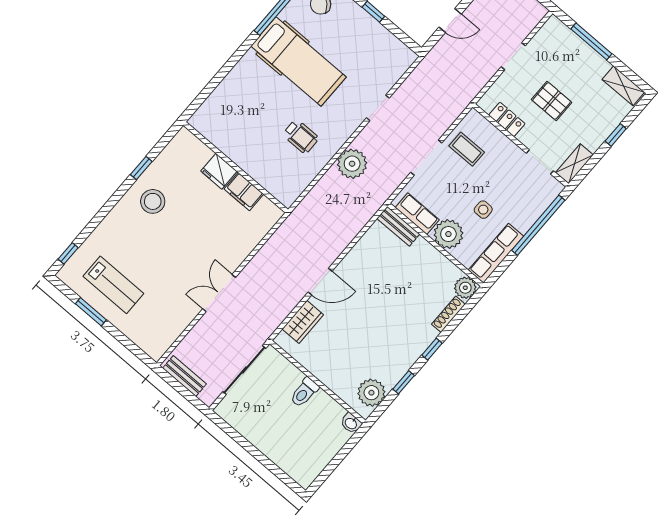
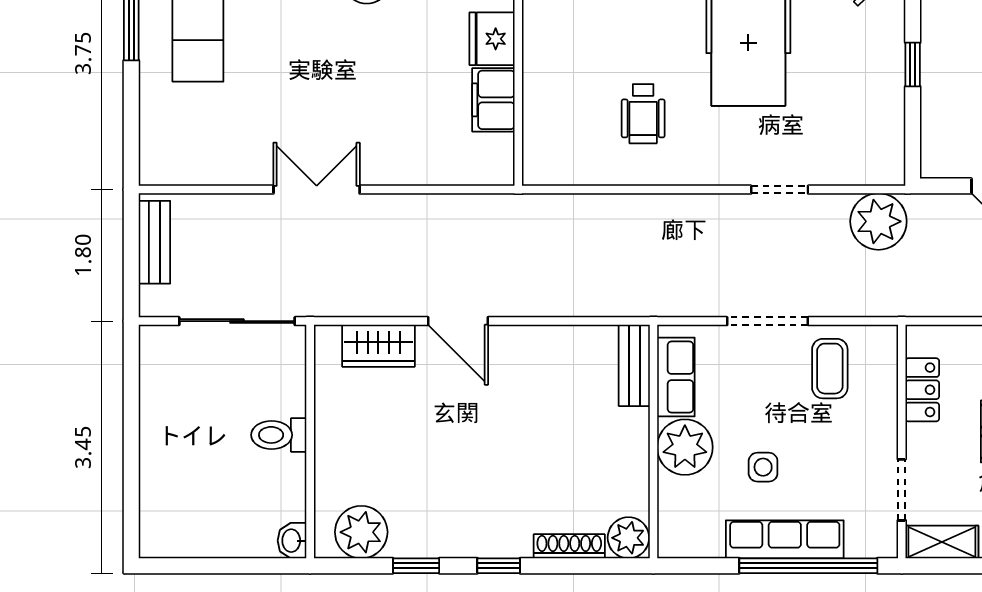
plant: (352, 164) -> (878, 221), moved
row of seats: (496, 253) -> (785, 539), moved

